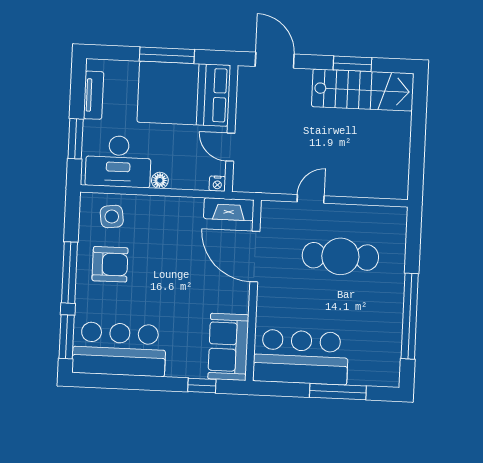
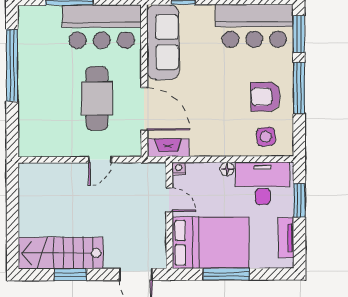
cafe table: (340, 256) -> (97, 98), moved, turned 90
sofa: (228, 347) -> (163, 42), width x1.36

